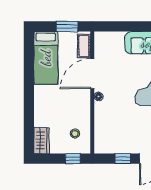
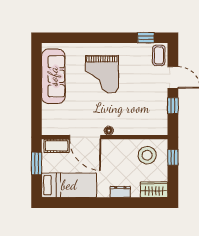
dresser: (39, 108) -> (120, 192), added
stool: (75, 134) -> (147, 155), width x1.89, depth x1.89

